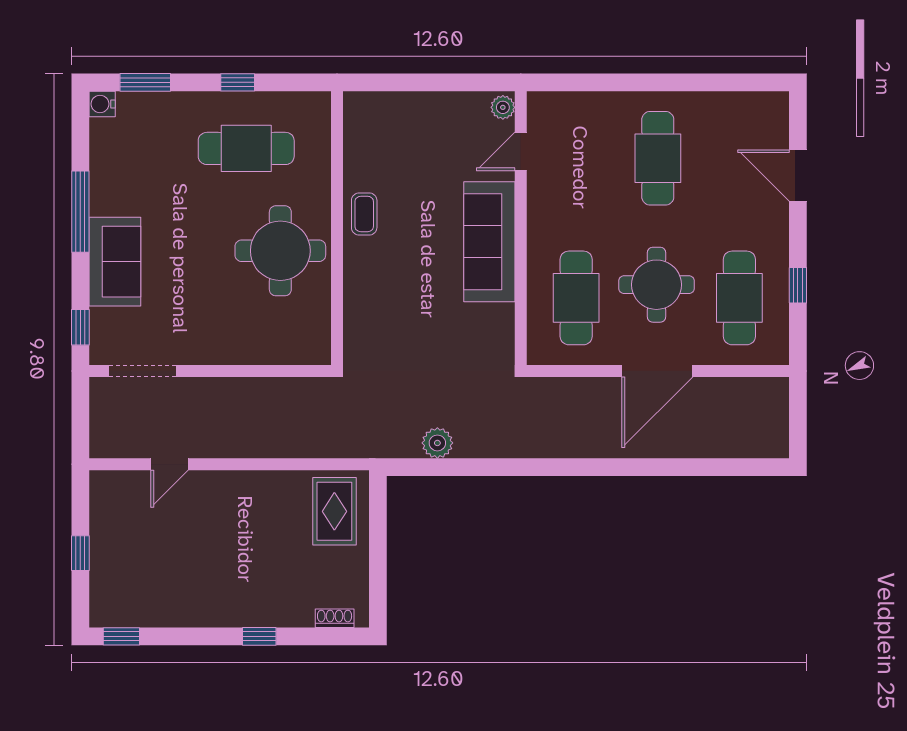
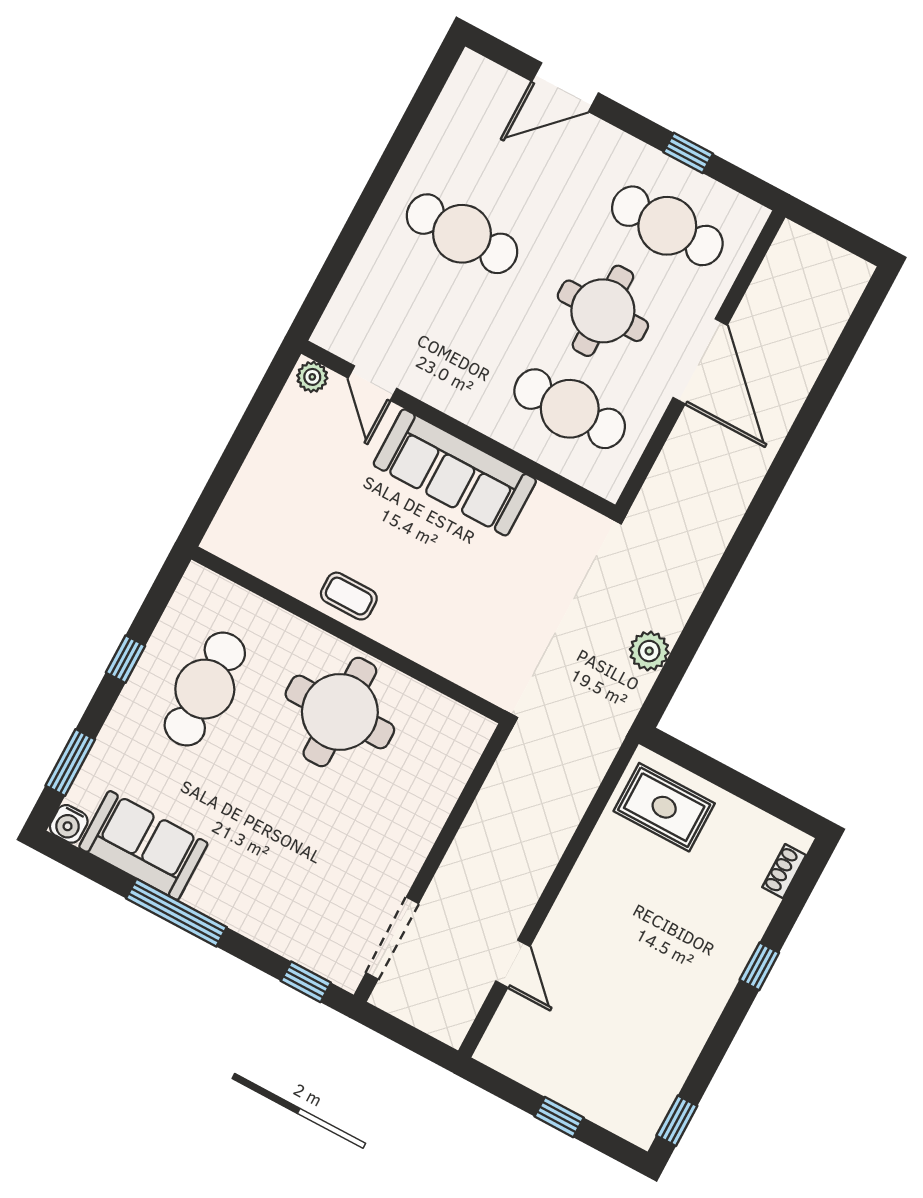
sofa: (115, 262) -> (143, 845), moved

